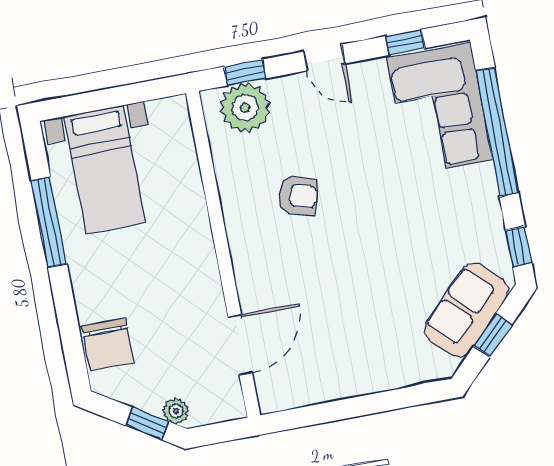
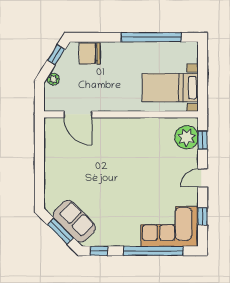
bed with nightstands: (105, 170) -> (170, 88), moved
armchair: (298, 196) -> (142, 154), removed
window: (49, 222) -> (151, 37), width x1.46
window: (493, 335) -> (61, 231), width x1.50
window: (147, 423) -> (56, 55), moved

